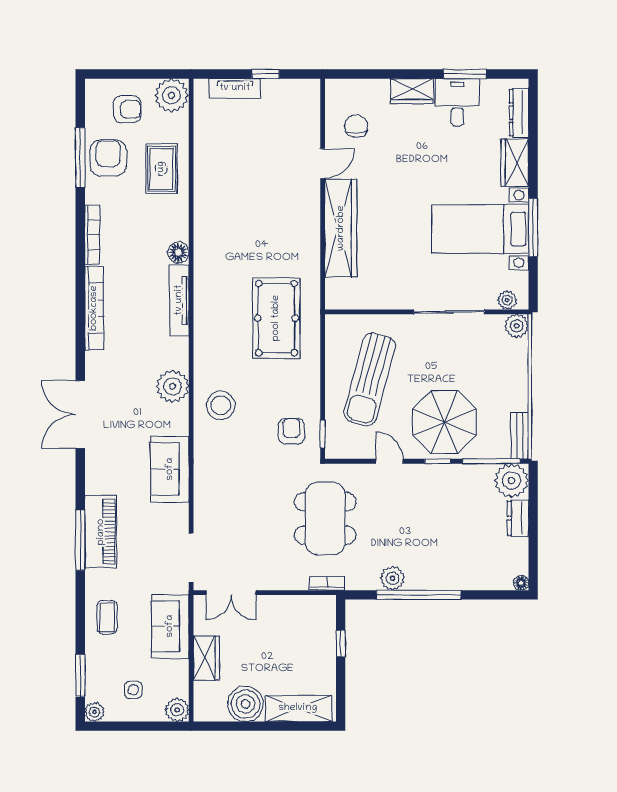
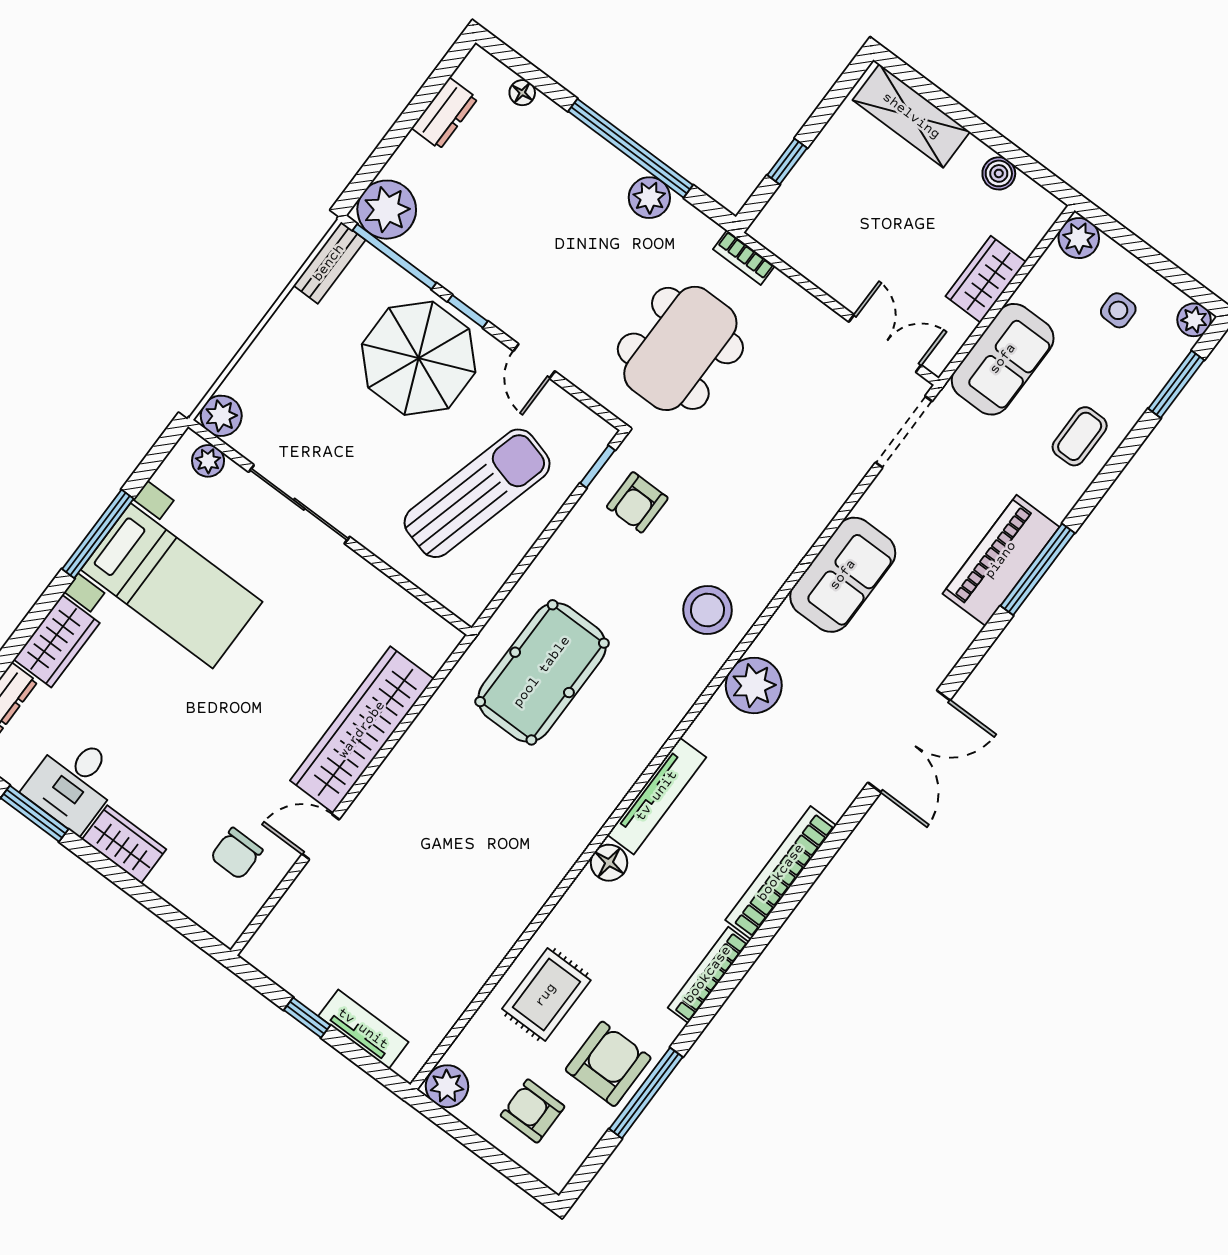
plant: (171, 95) -> (447, 1086), width x0.73, depth x0.73
armchair: (108, 158) -> (608, 1064), turned 180
dresser: (518, 518) -> (445, 113), moved
floor lamp: (521, 583) -> (522, 93), moved
boiler: (246, 704) -> (999, 173), width x0.54, depth x0.54

